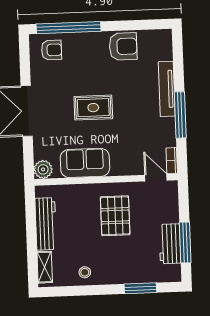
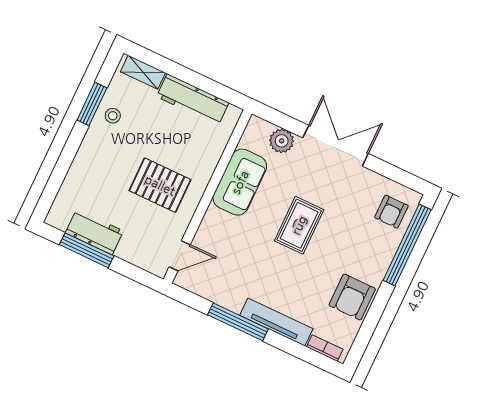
bookcase: (172, 161) -> (325, 348), moved
plant: (43, 169) -> (282, 141), moved
window: (140, 288) -> (92, 104), moved

